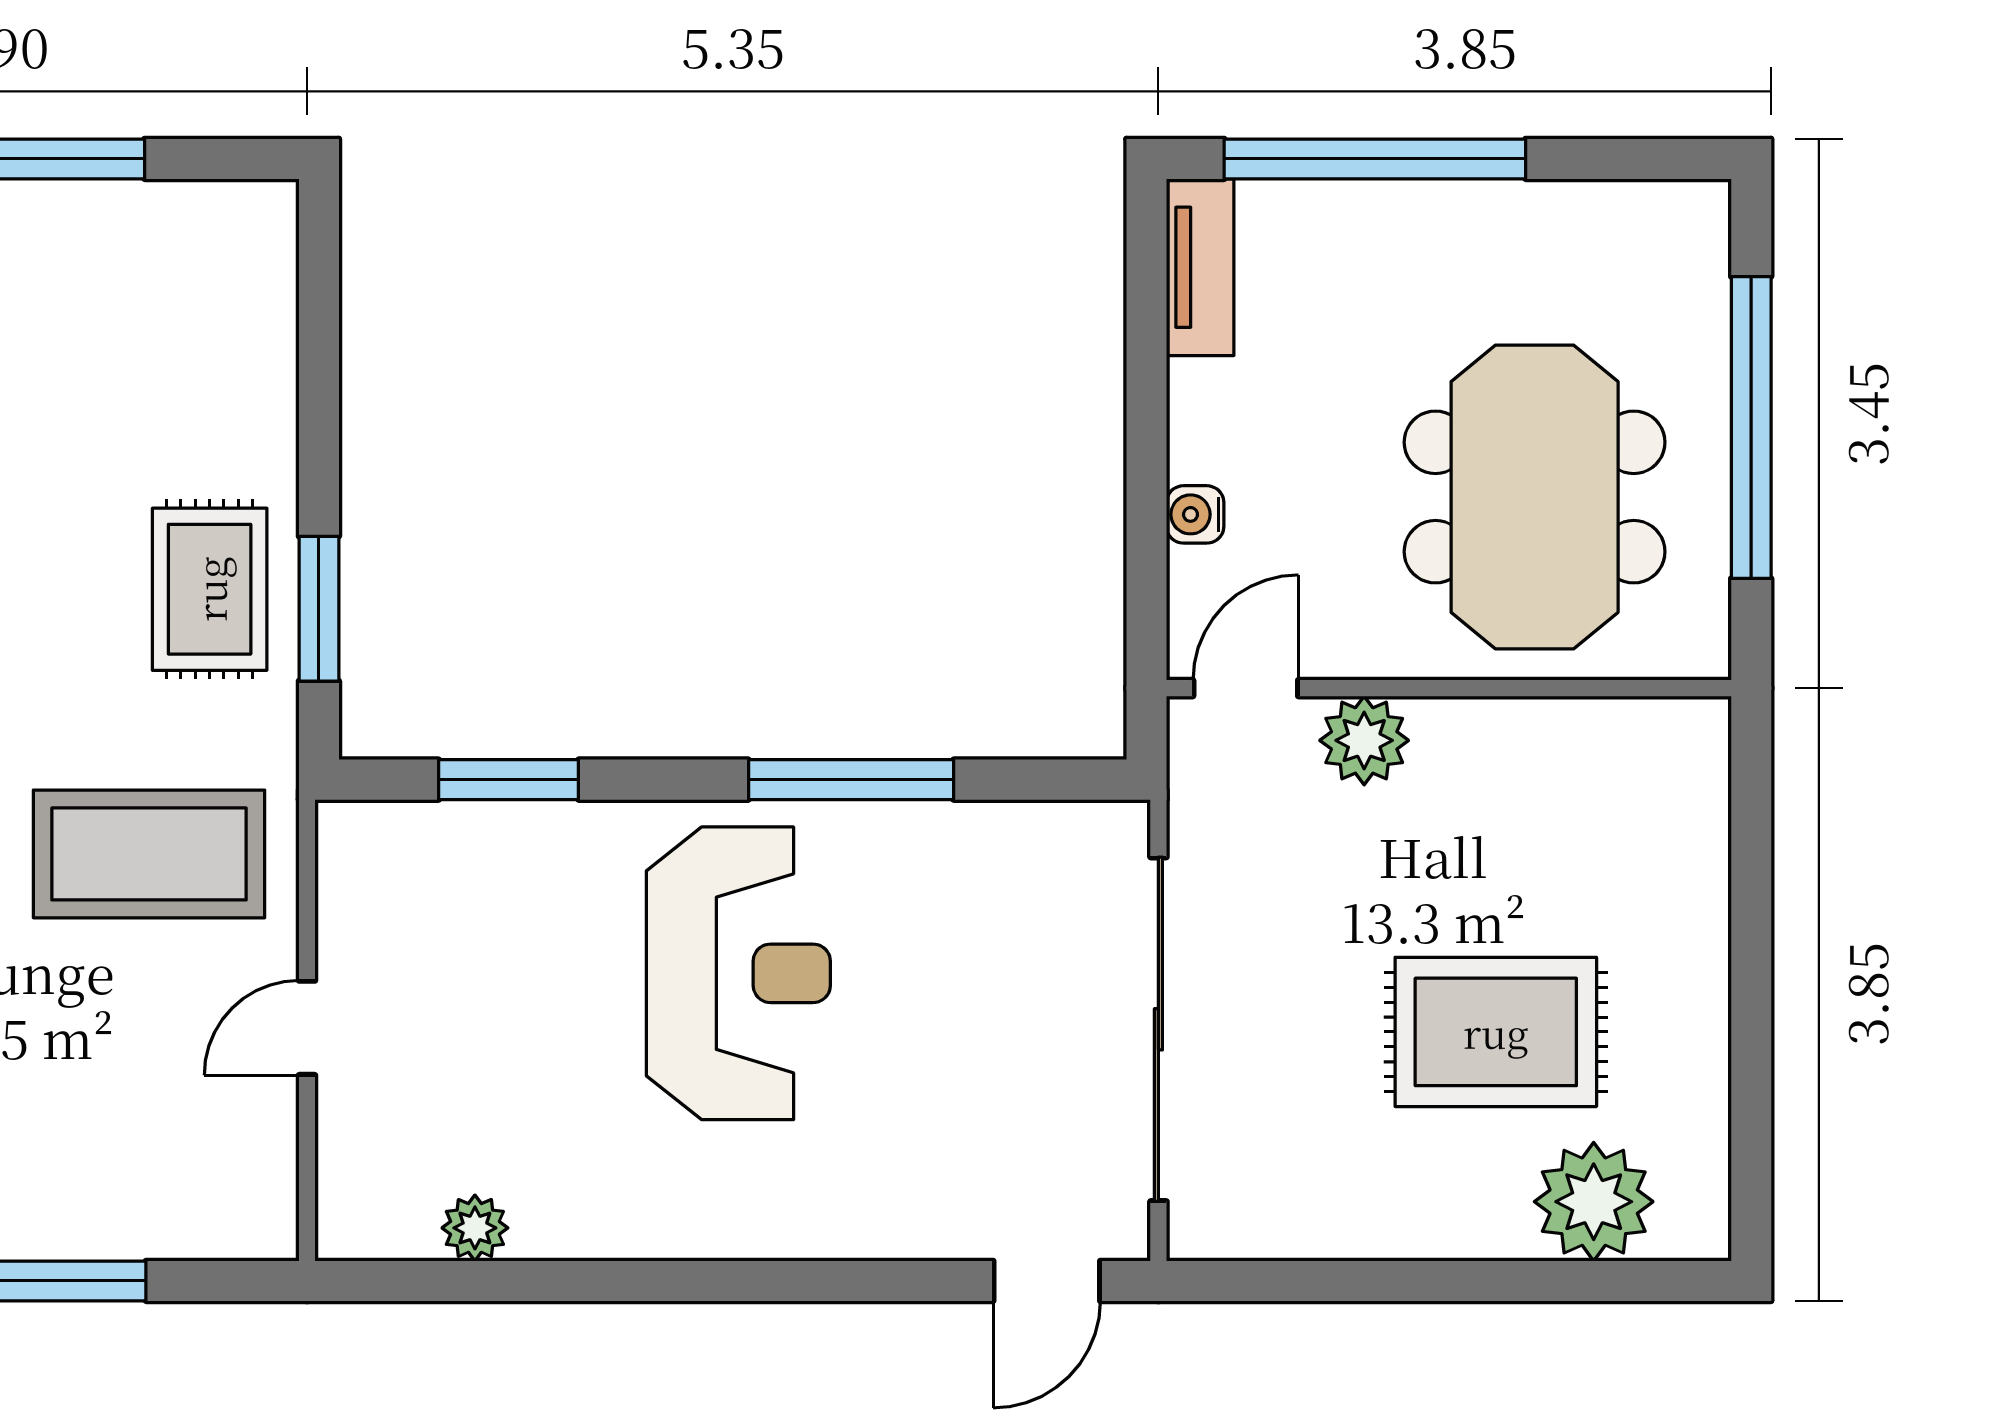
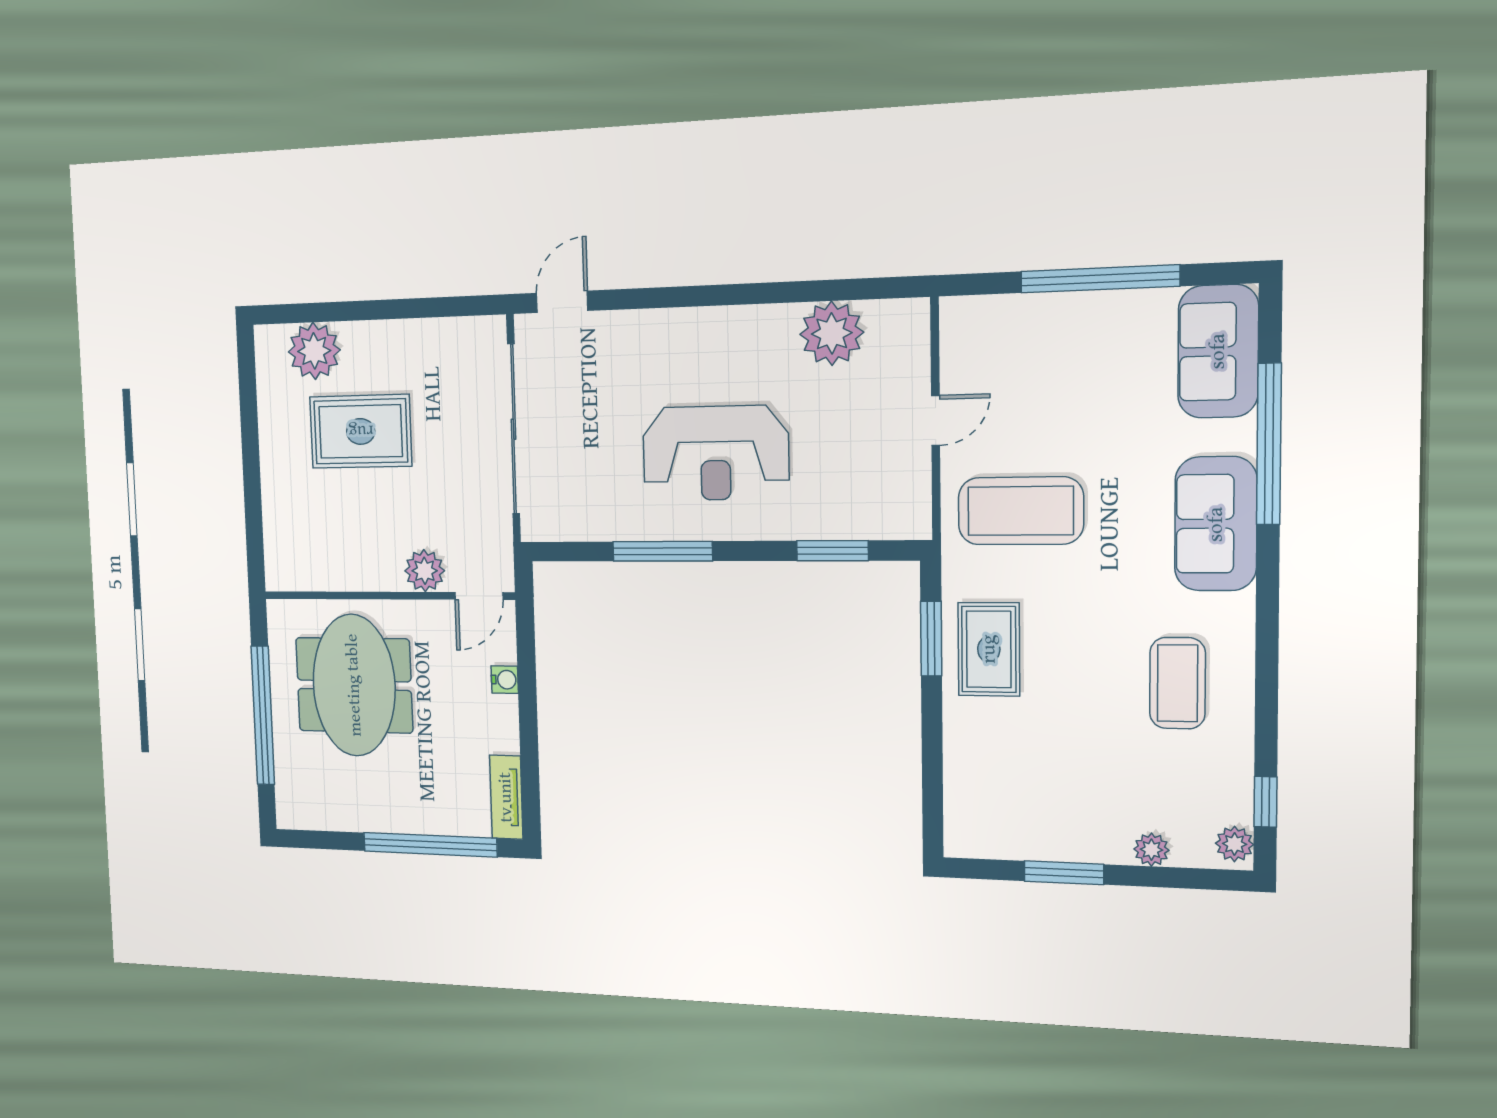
reception desk: (738, 973) -> (715, 453), turned -90
plant: (475, 1228) -> (832, 333), width x1.88, depth x1.88

